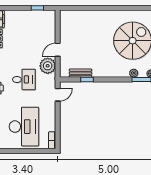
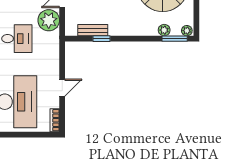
door: (58, 95) -> (62, 88), moved

